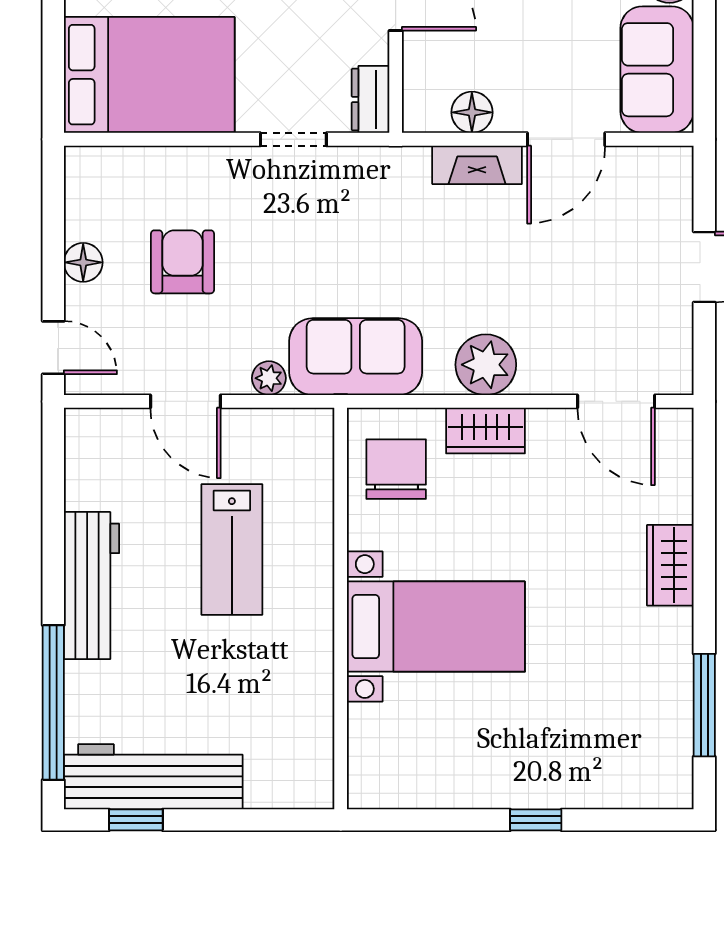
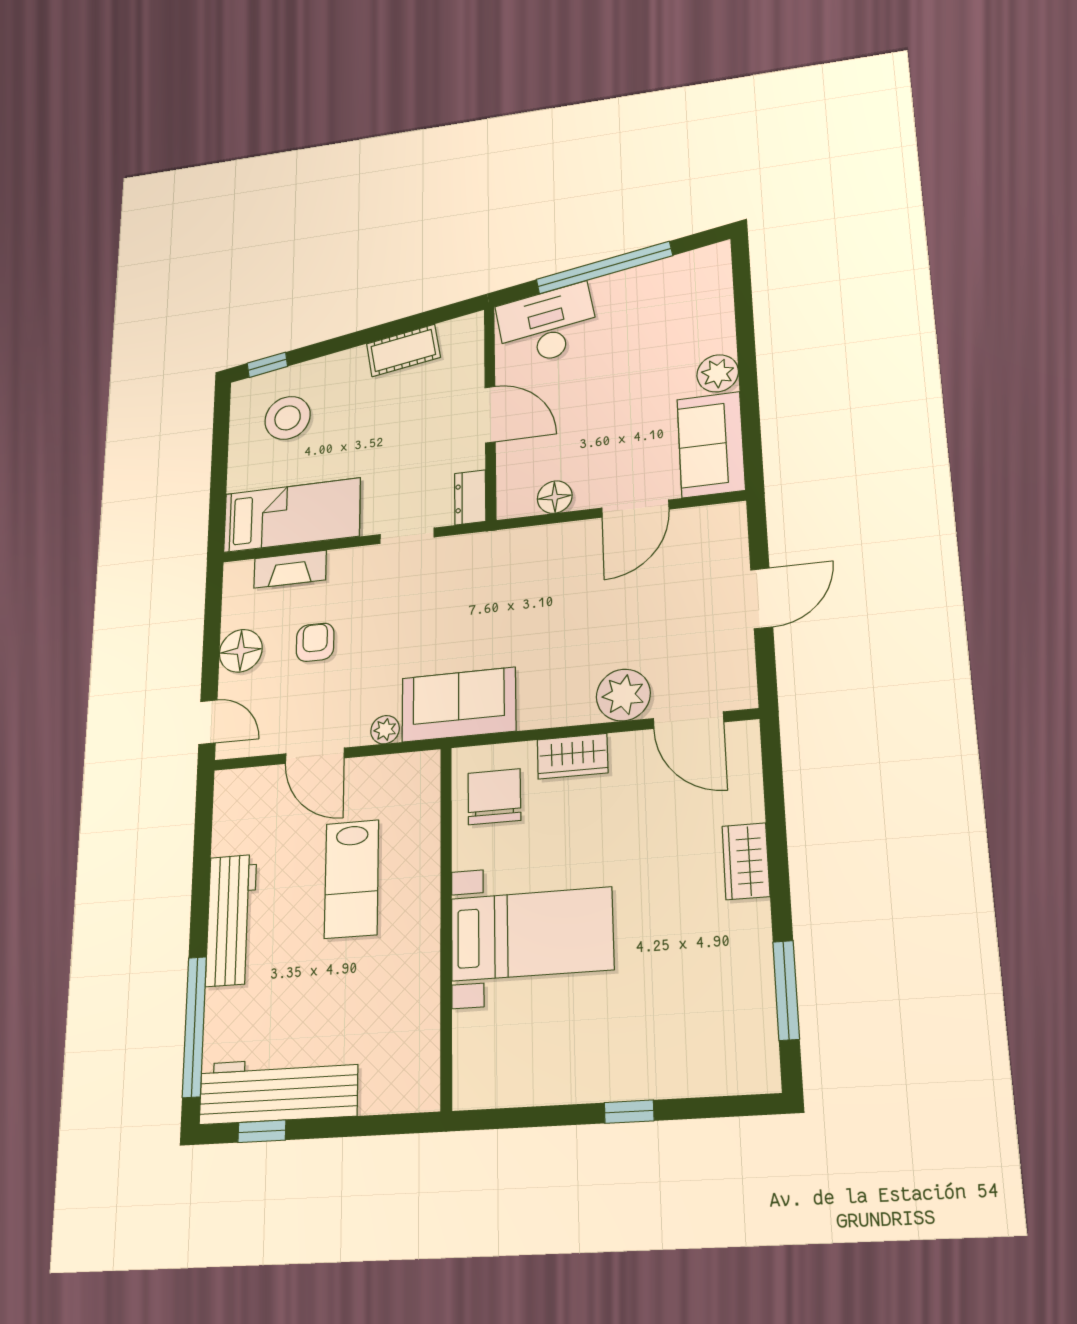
bed: (149, 75) -> (292, 515), width x0.67
fireplace: (477, 165) -> (290, 569), moved
floor lamp: (83, 262) -> (241, 651), width x1.38, depth x1.38
armchair: (183, 262) -> (315, 642), width x0.72, depth x0.72
plant: (486, 365) -> (623, 695), moved

